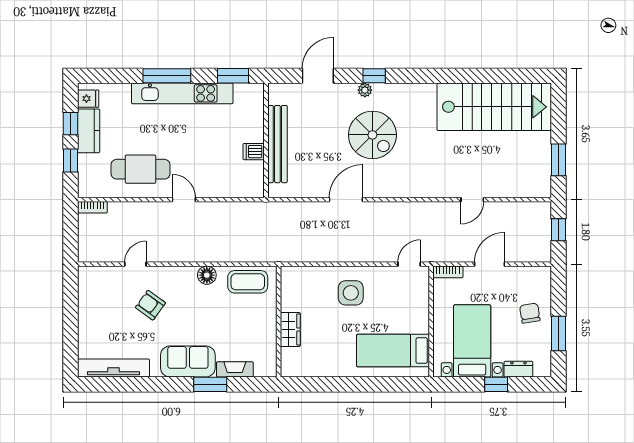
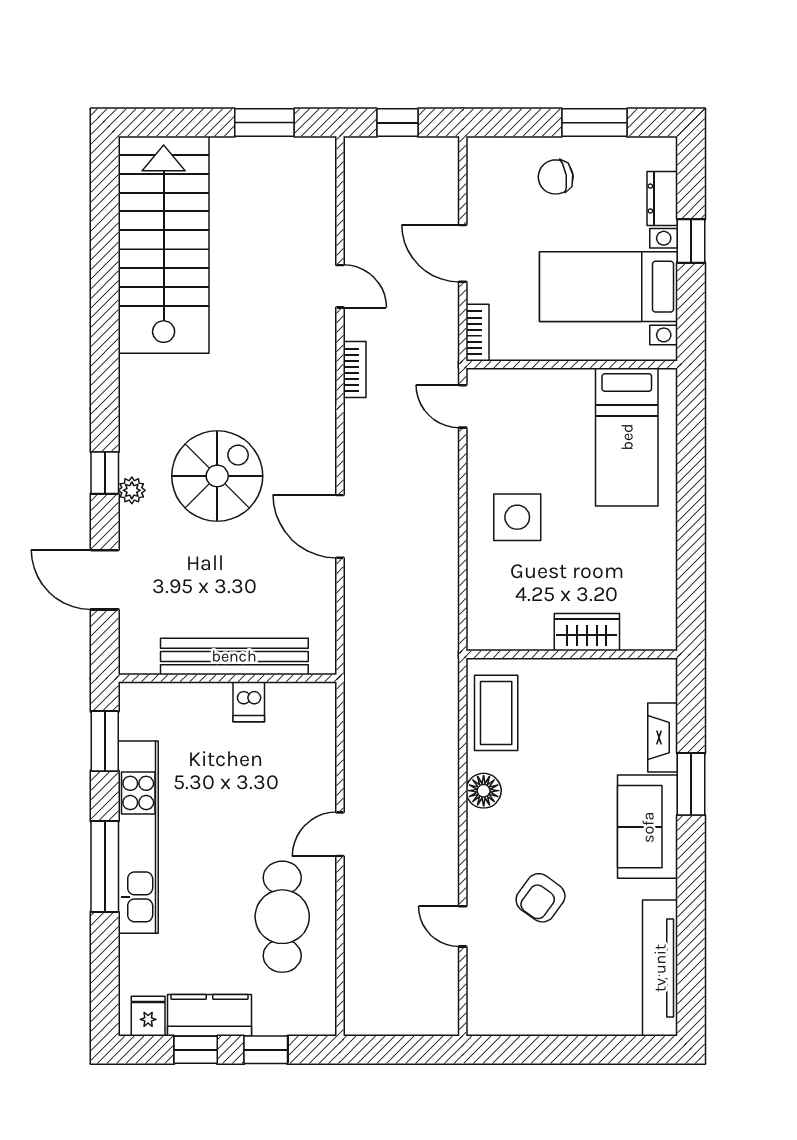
bookcase: (92, 207) -> (355, 370), moved

